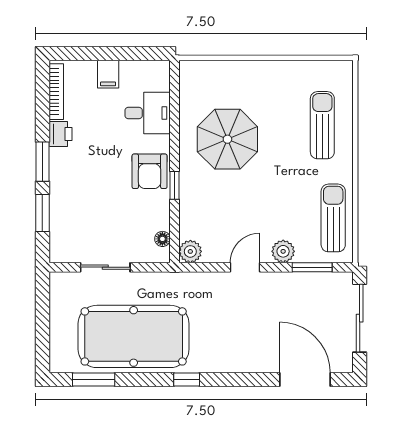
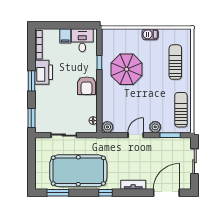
barbecue: (273, 71) -> (150, 34), added
desk: (148, 113) -> (82, 40), moved, turned -90
printer: (61, 134) -> (44, 72), width x1.87, depth x1.48
window: (175, 185) -> (99, 62), moved
window: (42, 213) -> (31, 118), moved
sliding door: (360, 318) -> (194, 161), width x0.73
tv unit: (240, 364) -> (133, 185), added
door: (305, 379) -> (166, 193), hinge flipped

